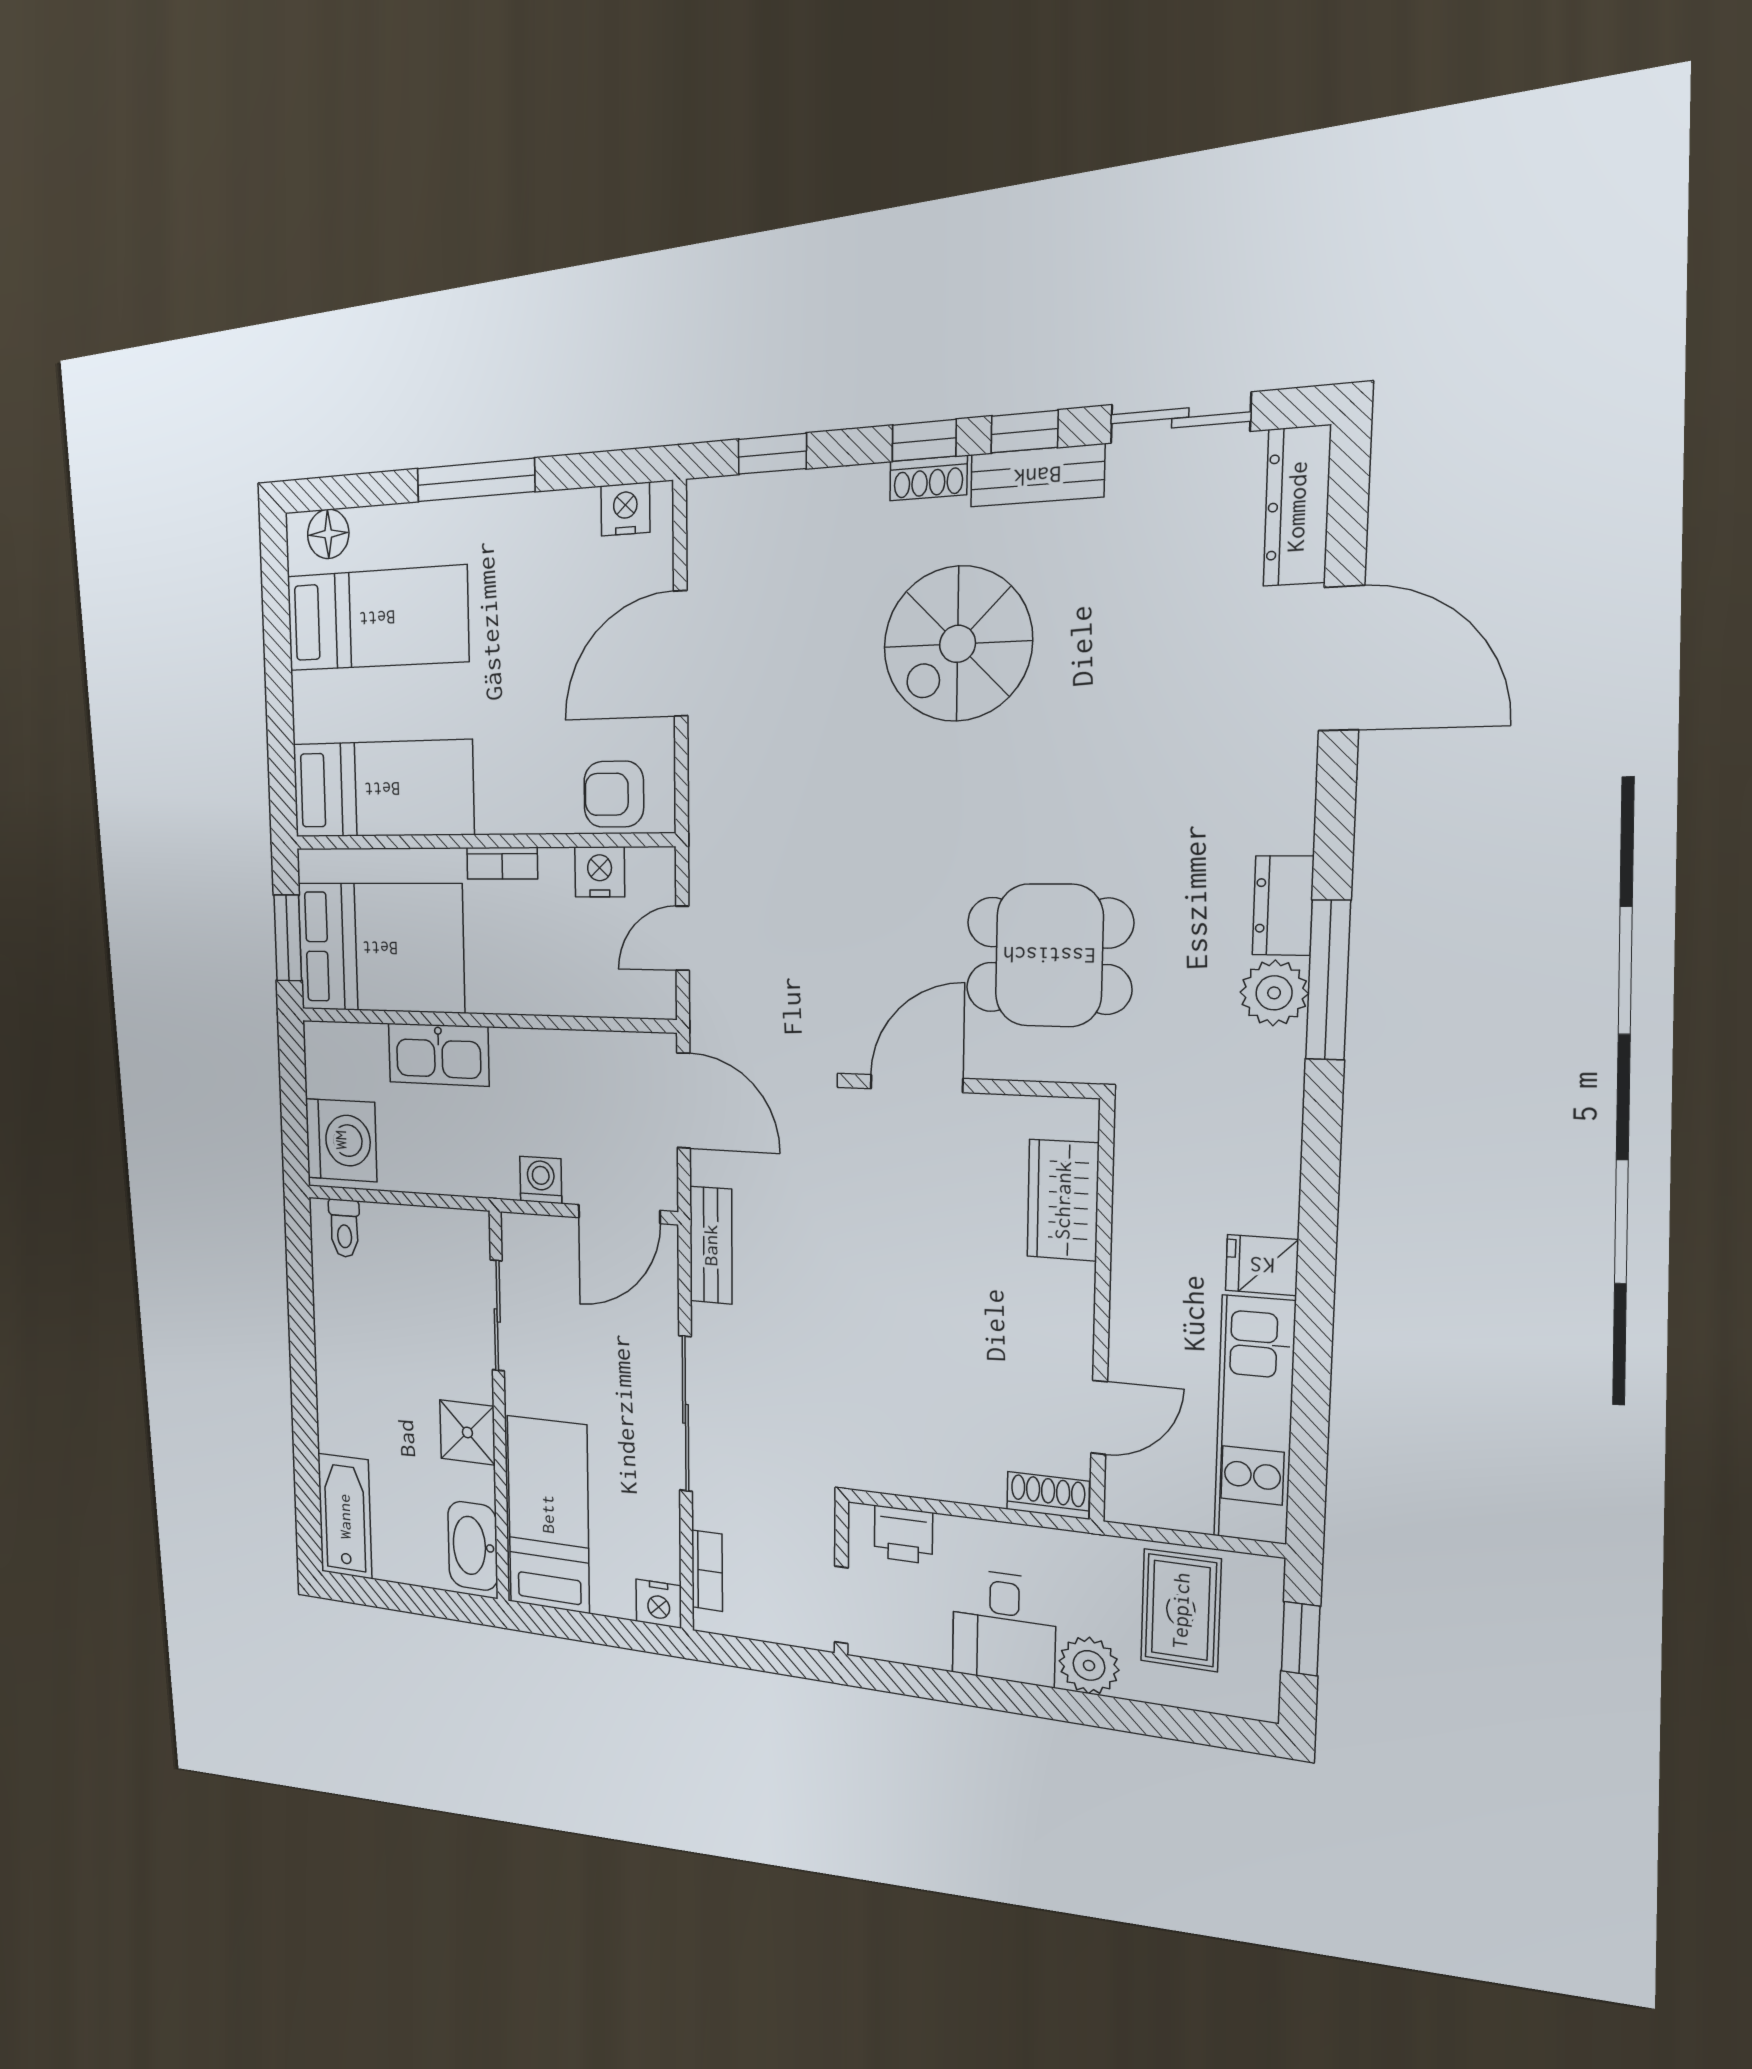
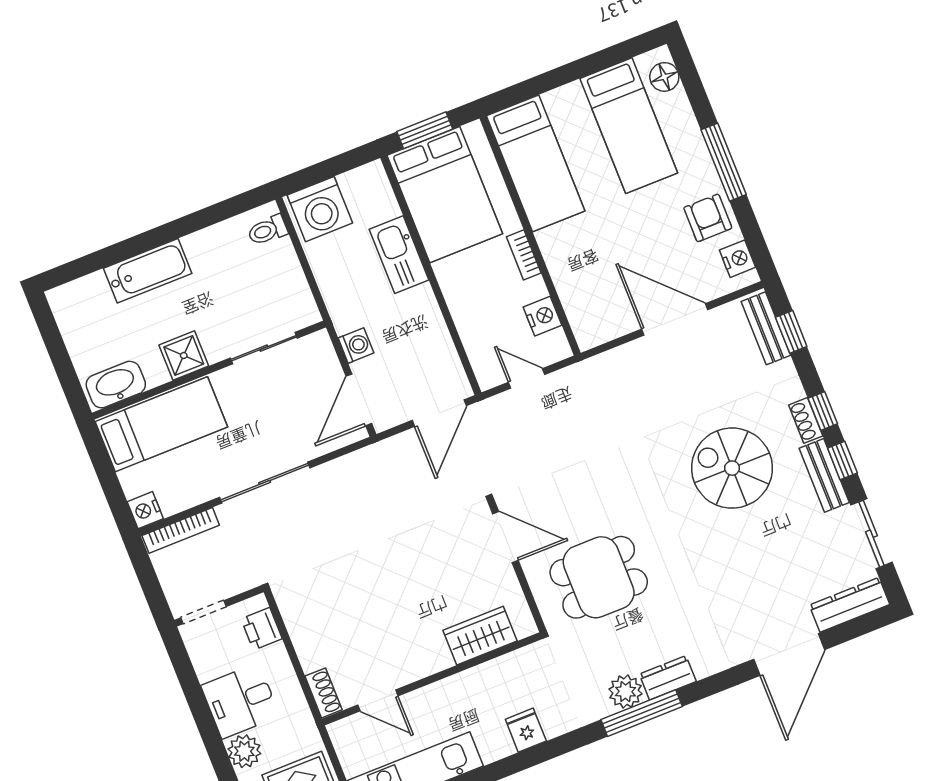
armchair: (614, 794) -> (708, 218), moved
dining table: (1049, 955) -> (599, 577), turned 90
door: (619, 1214) -> (359, 400), hinge flipped
bench: (711, 1245) -> (766, 328), moved, turned 90
fridge: (1262, 1265) -> (526, 730), moved
bathtub: (345, 1516) -> (148, 271), moved
bookcase: (707, 1571) -> (181, 530), width x1.56

